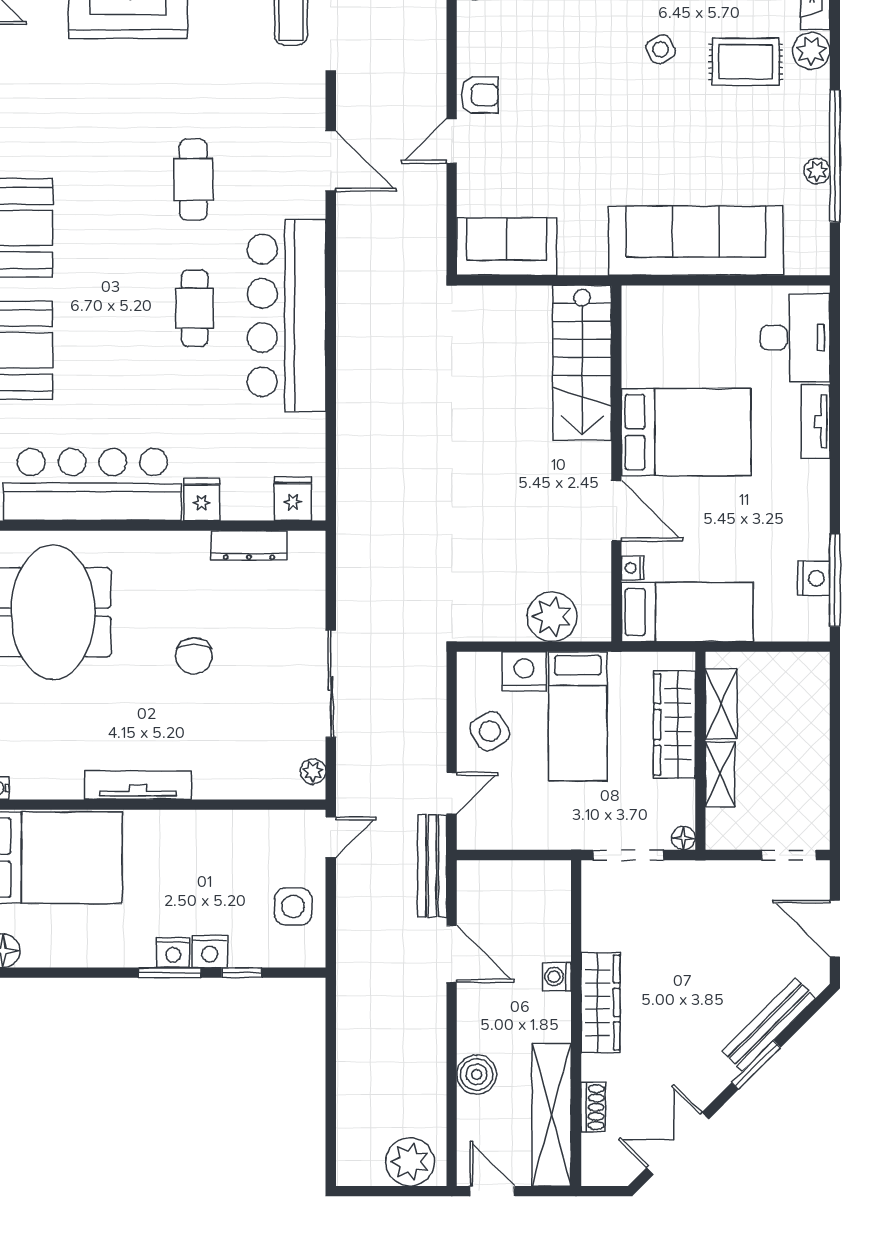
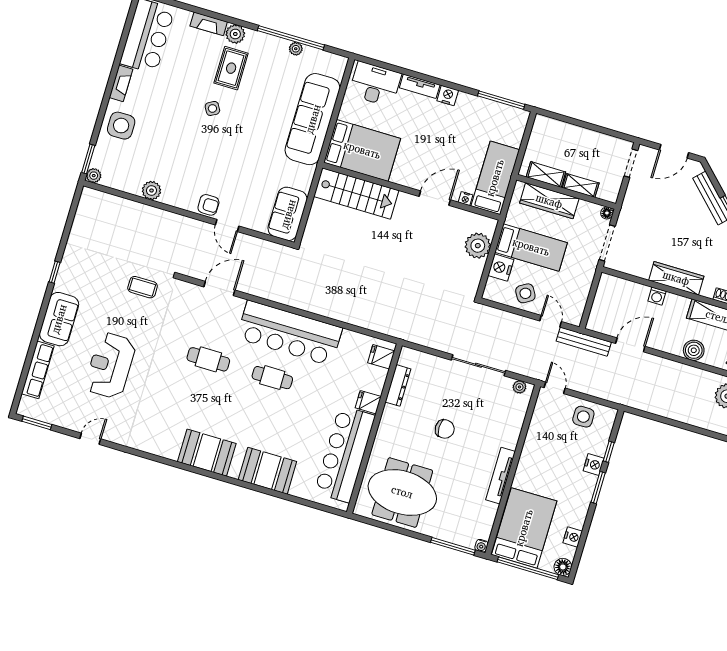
armchair: (480, 95) -> (208, 205), turned 89
bed: (686, 432) -> (362, 150), moved, turned 90
nightstand: (814, 578) -> (448, 95), moved
nightstand: (173, 952) -> (573, 537), moved

